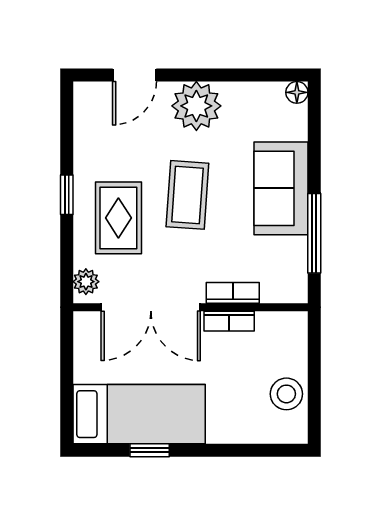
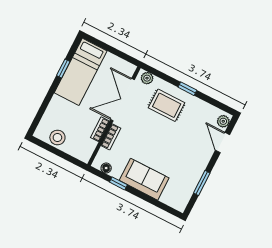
window: (232, 75) -> (202, 183), added
floor lamp: (297, 92) -> (106, 168), moved
plant: (196, 106) -> (223, 121), moved, width x0.53, depth x0.53
coffee table: (187, 195) -> (161, 139), removed
window: (314, 233) -> (118, 183), width x0.46

